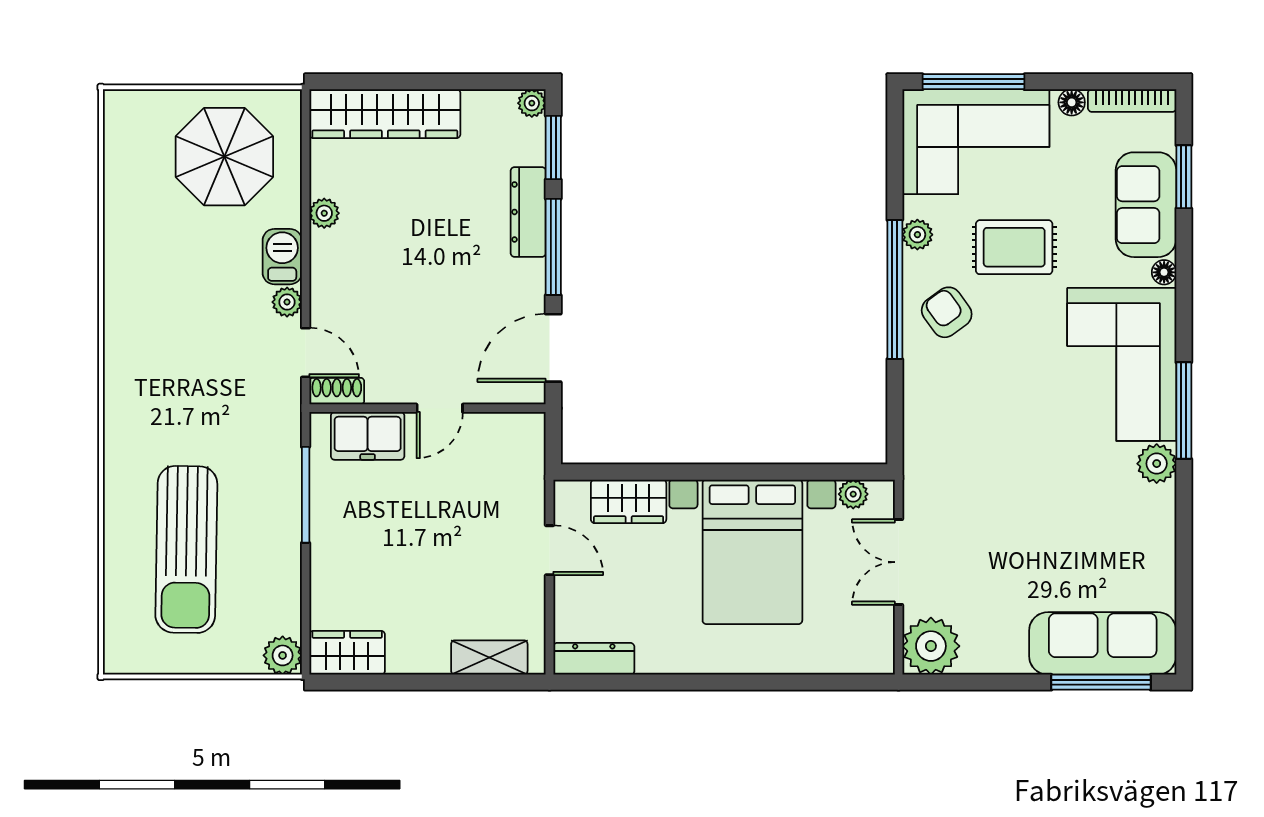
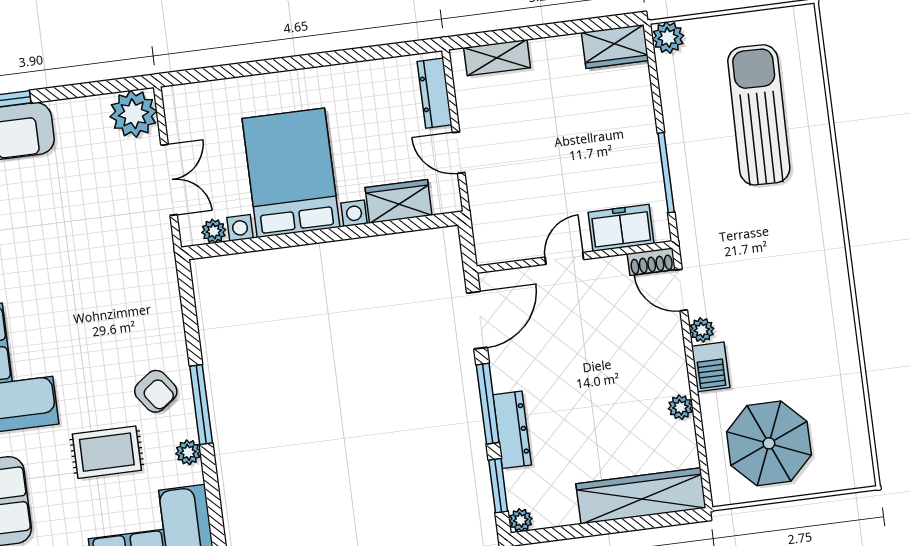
window: (895, 290) -> (201, 405), width x0.68
dresser: (594, 659) -> (435, 93), moved, turned 90

